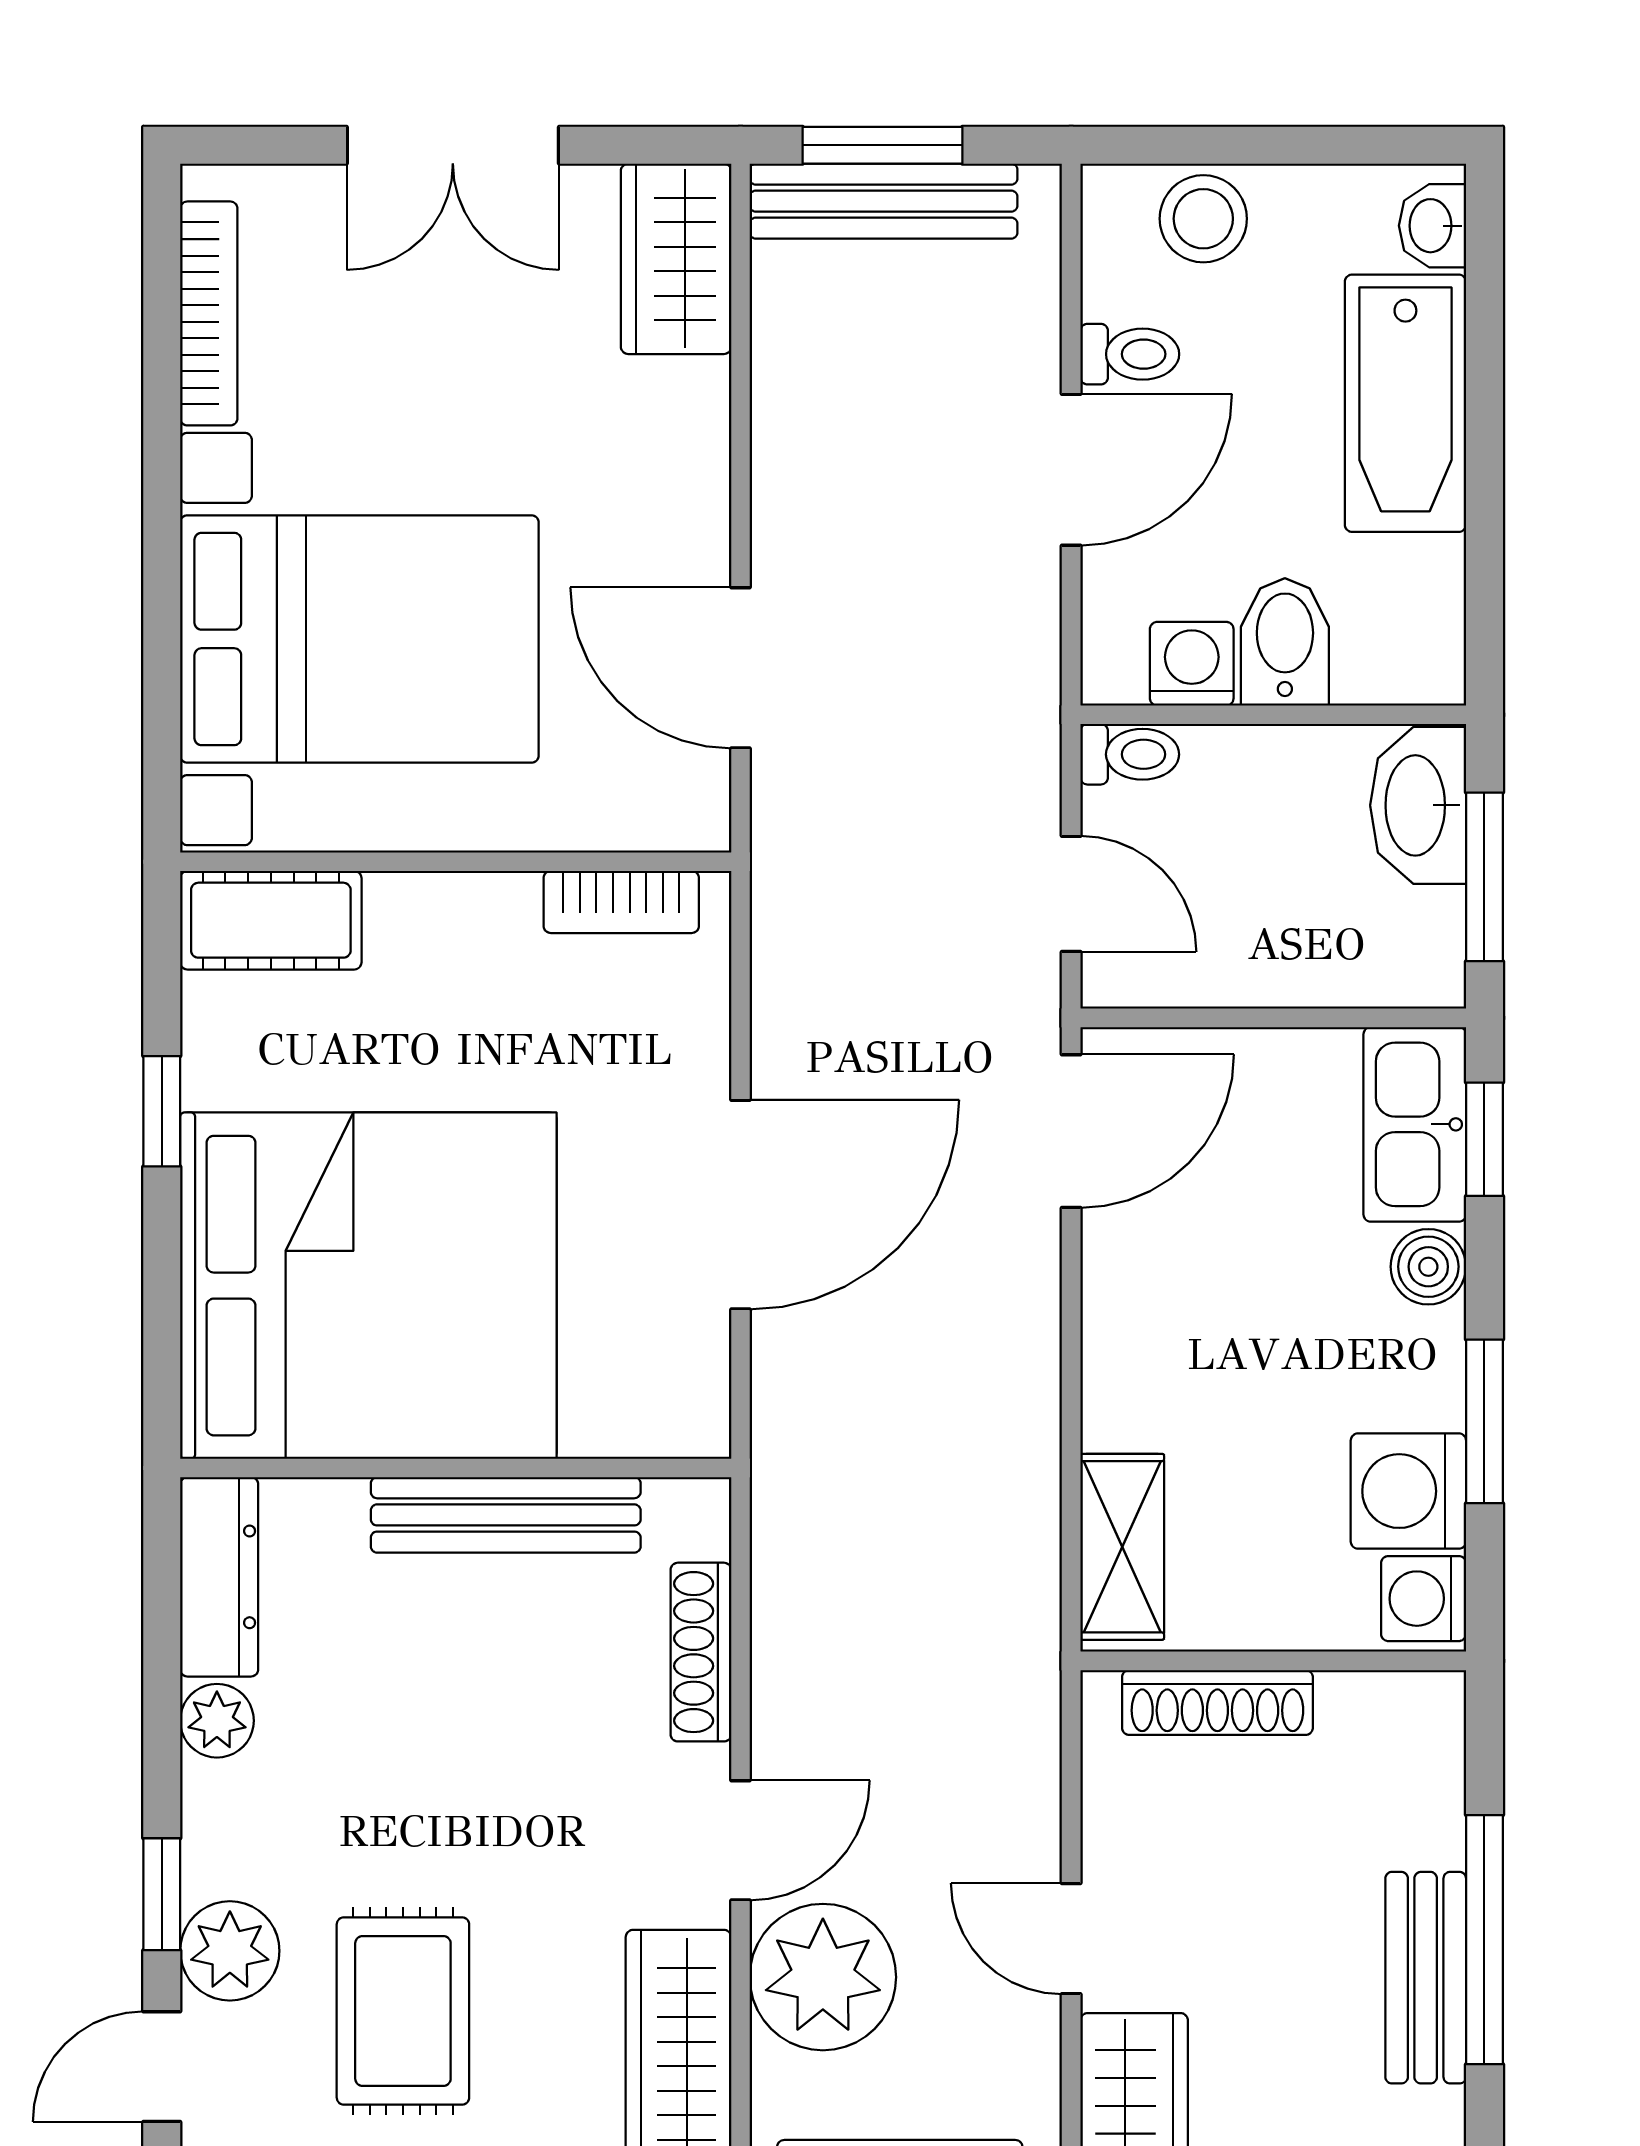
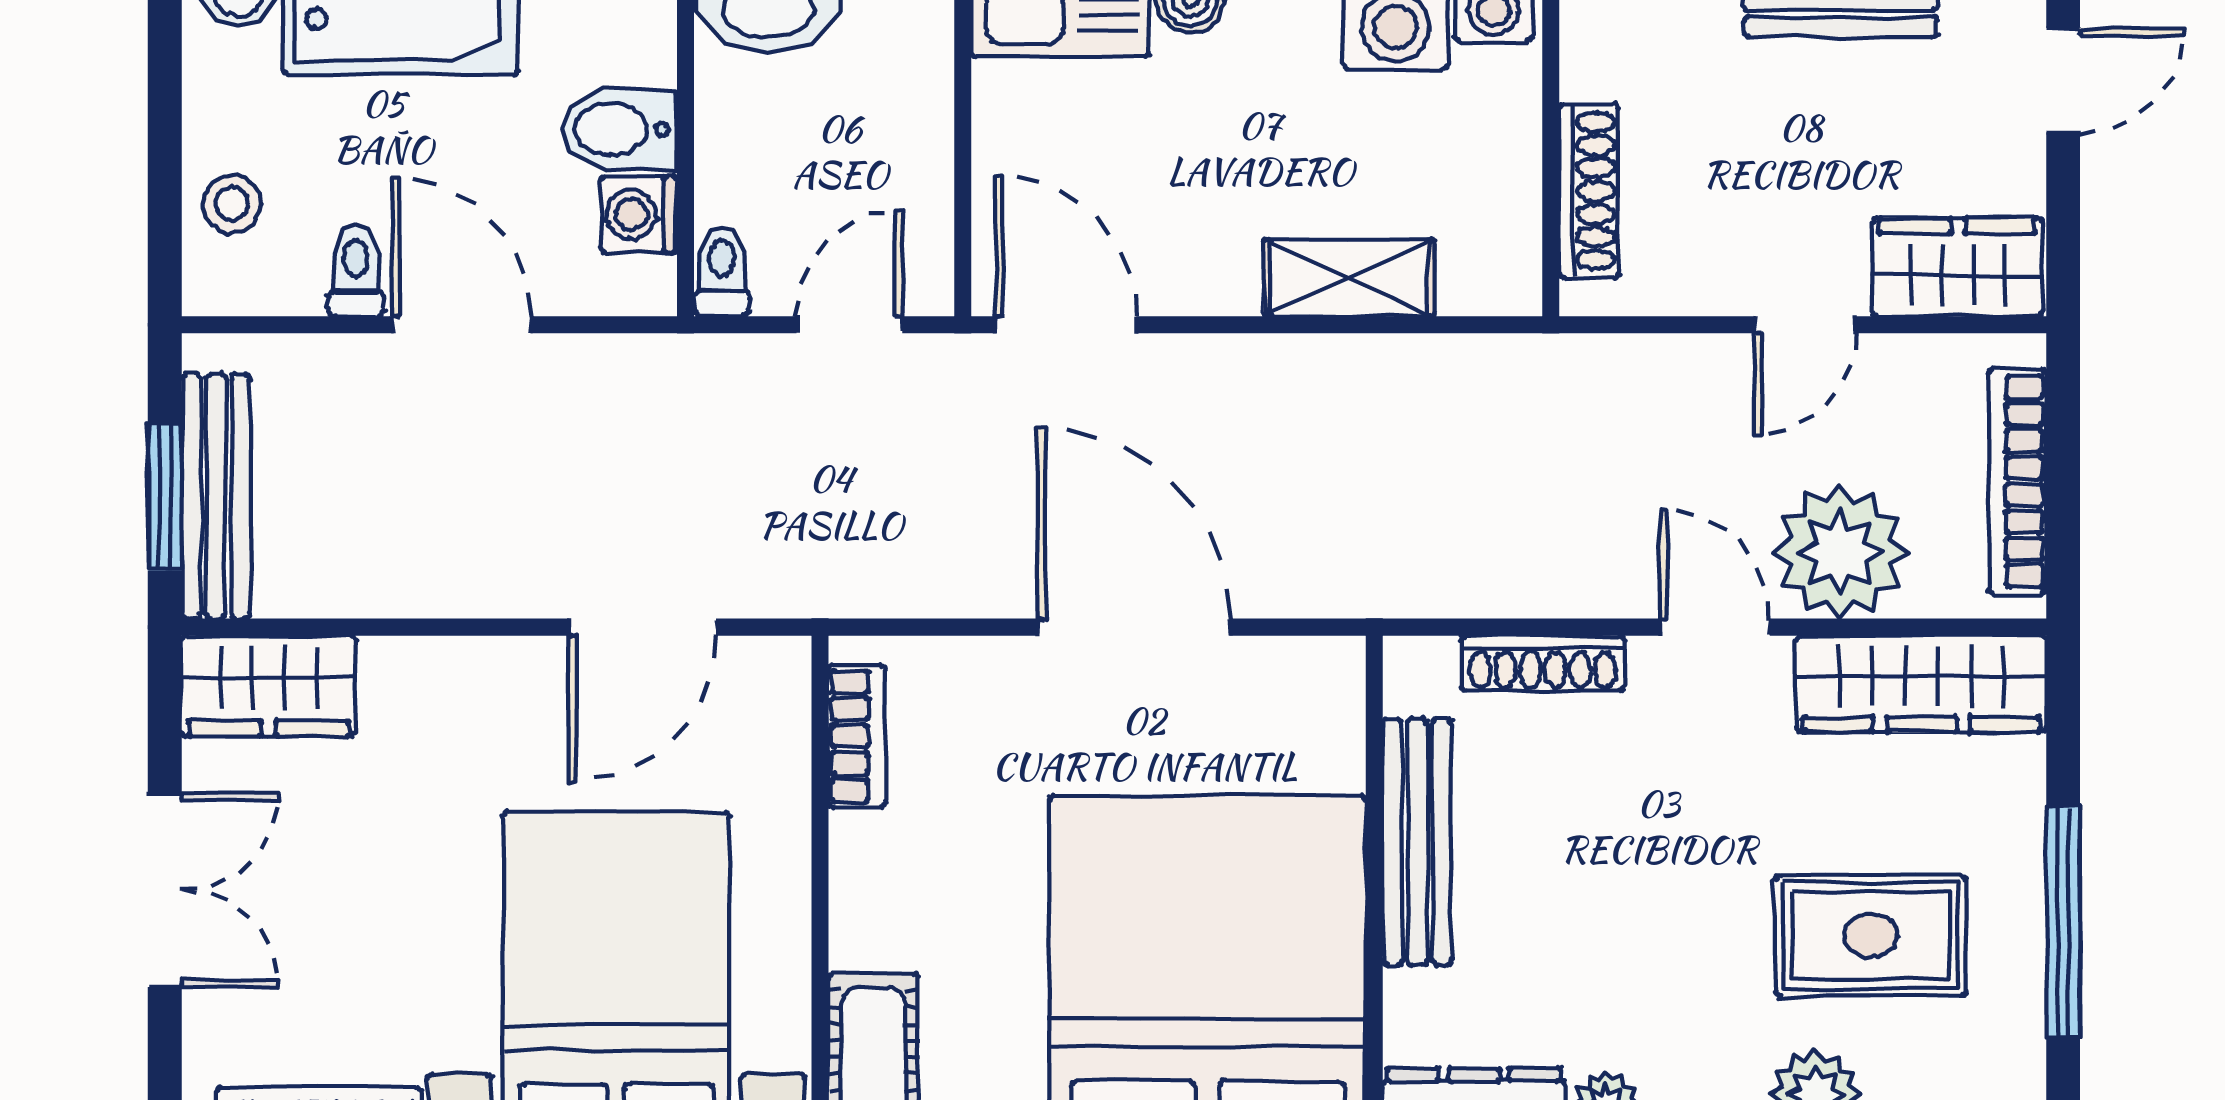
stool: (1203, 219) -> (232, 204), width x0.73, depth x0.73
shelving: (1122, 1547) -> (1349, 278), moved

